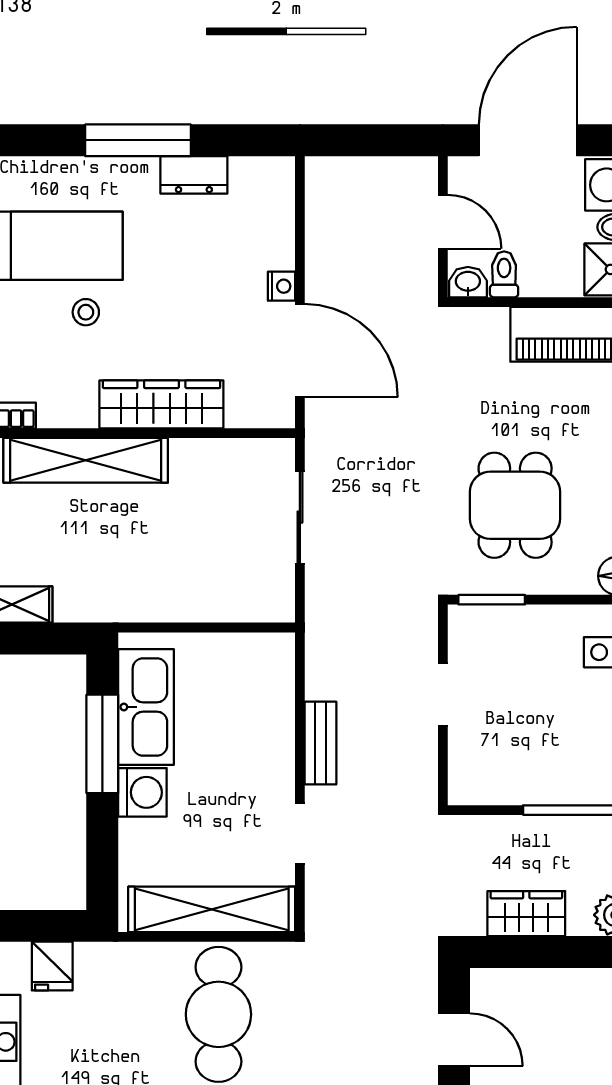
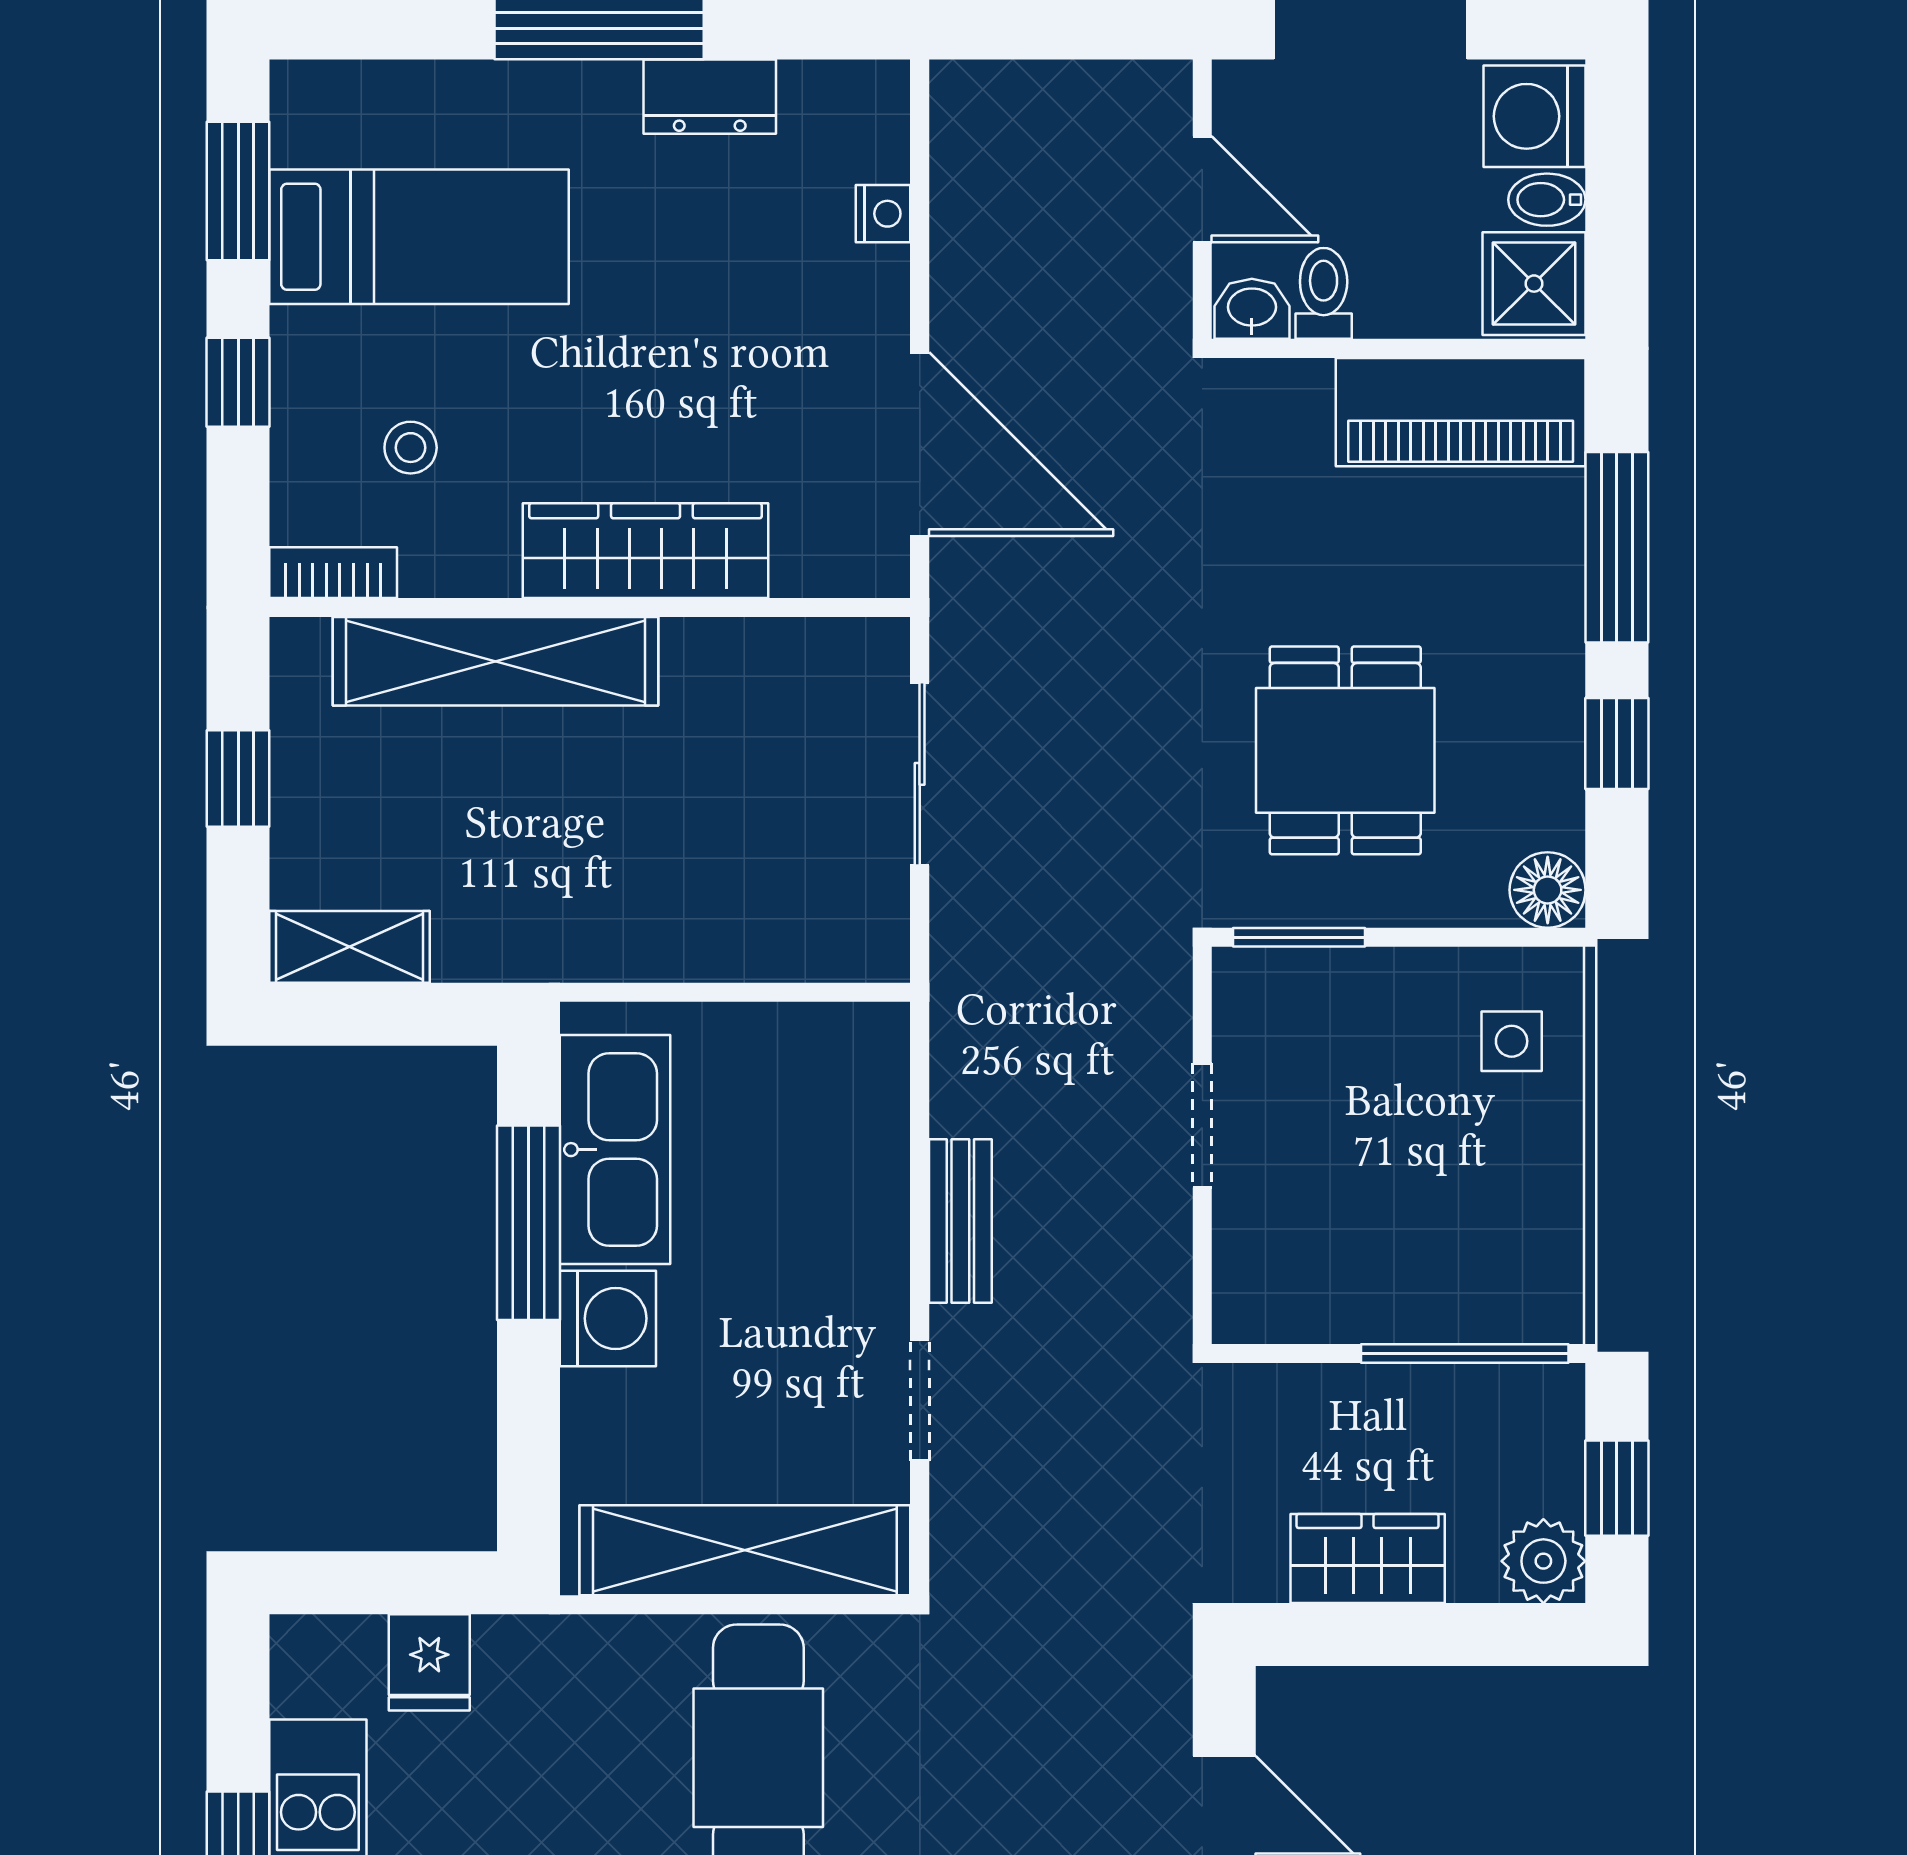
nightstand: (281, 286) -> (883, 214), moved
stool: (86, 312) -> (411, 448), moved

